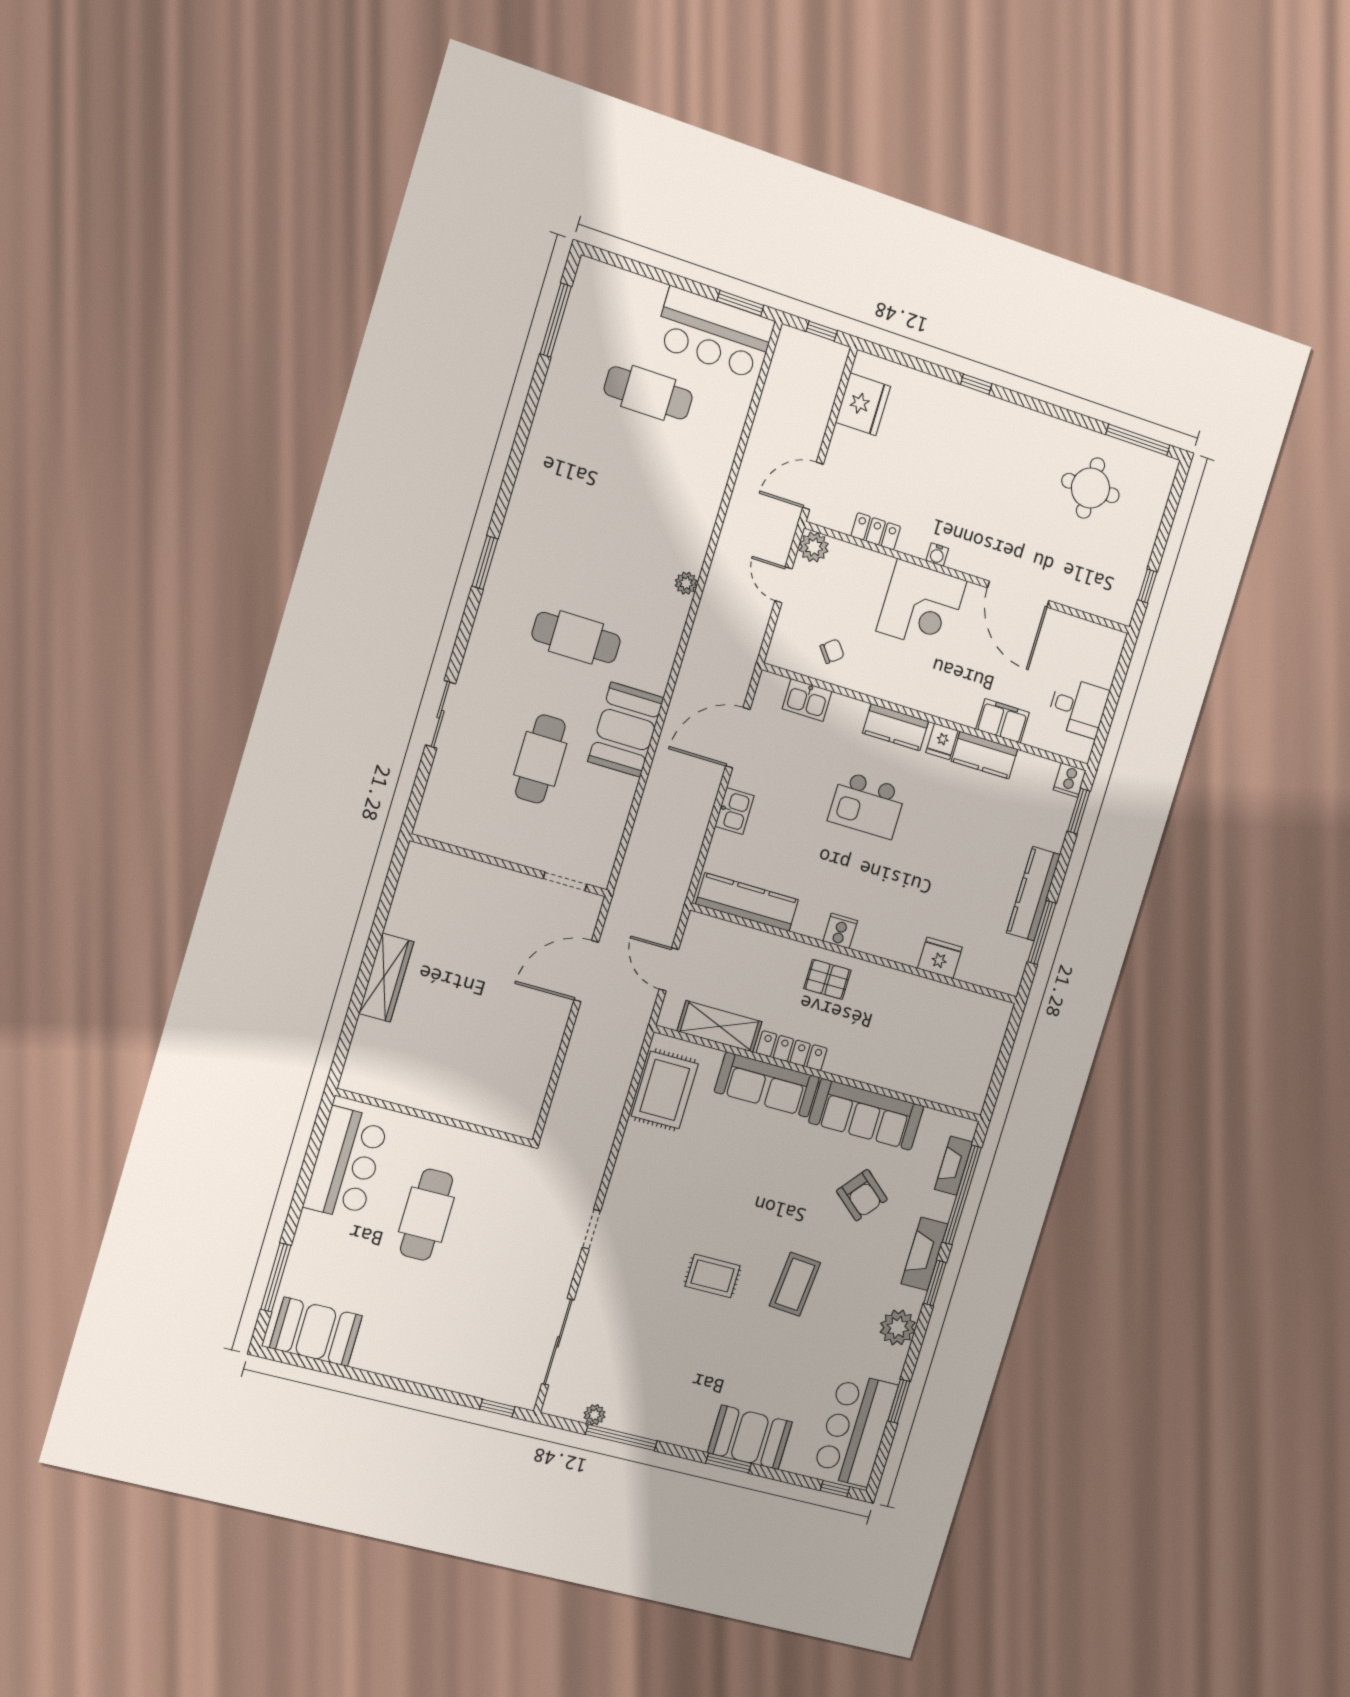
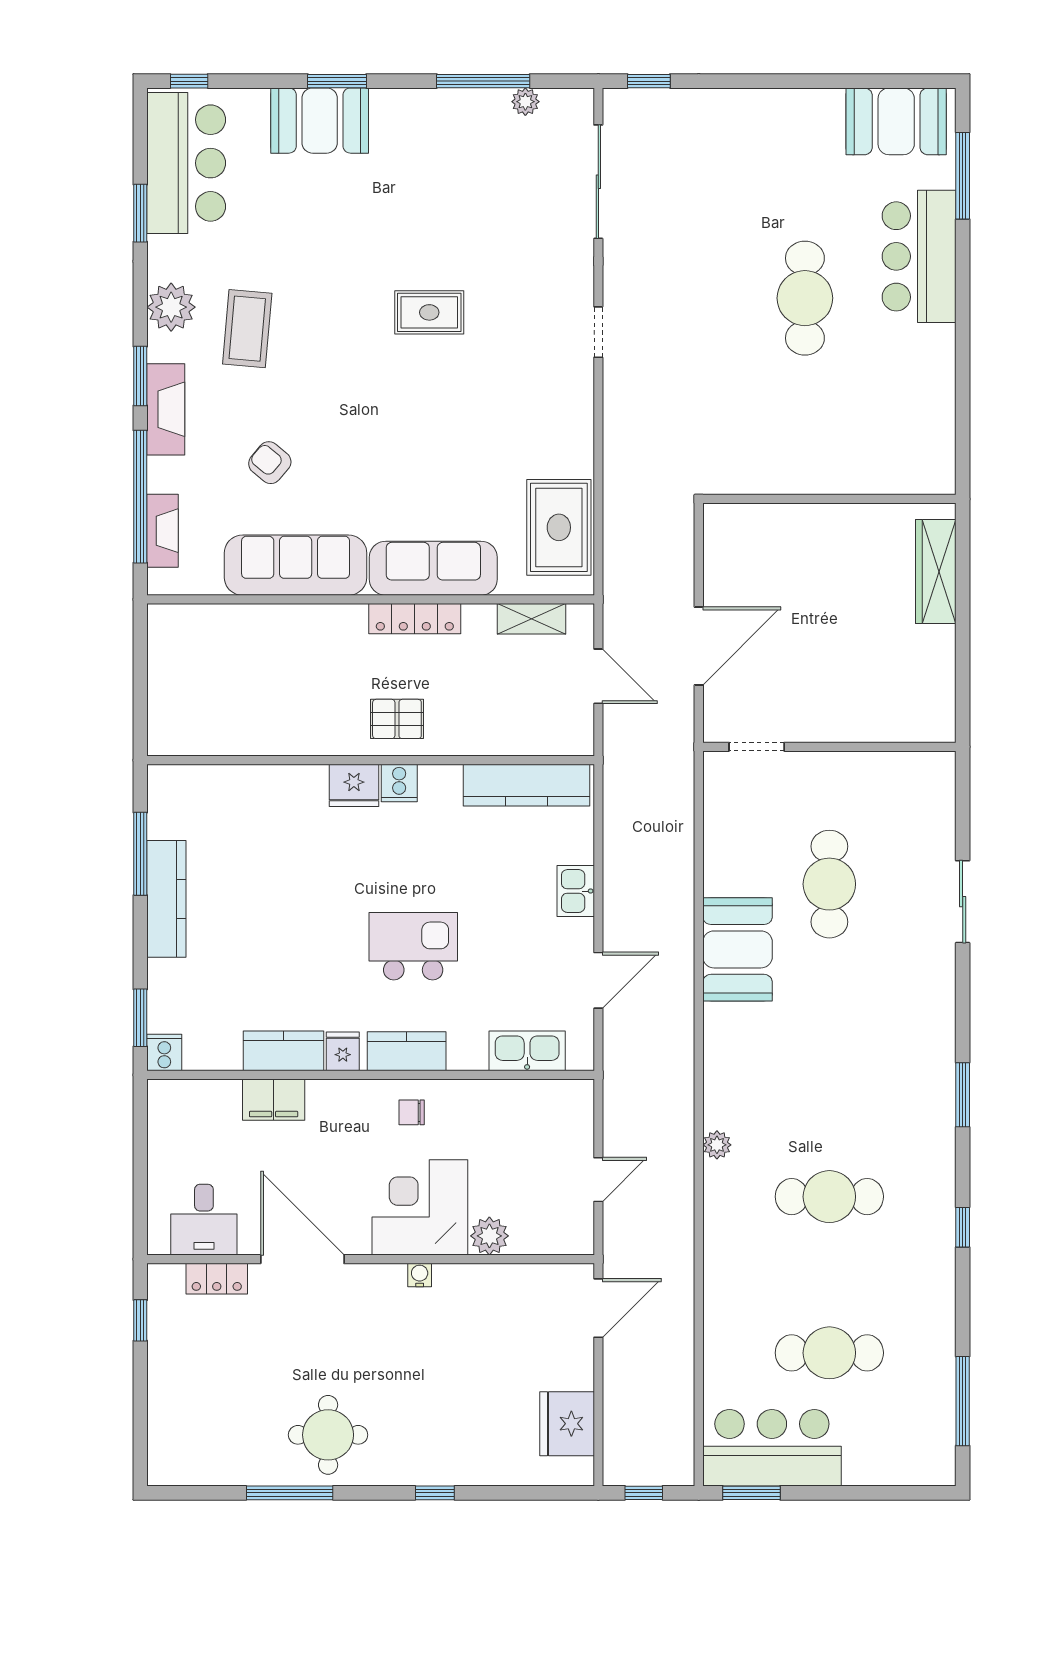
window: (1138, 440) -> (290, 1493), moved
window: (515, 458) -> (963, 1227), added
round table: (1090, 488) -> (328, 1435), moved
locker: (876, 531) -> (217, 1279), moved
plant: (814, 547) -> (489, 1236), moved
door: (784, 585) -> (598, 1180), hinge flipped
cafe table: (576, 638) -> (829, 1197), moved
chair: (832, 651) -> (412, 1112), moved, turned 38
kitchen sink: (807, 700) -> (527, 1051), width x1.38
desk: (1078, 707) -> (204, 1220), moved, turned -90
door: (738, 738) -> (598, 980), width x0.73
fridge: (940, 958) -> (354, 785), moved
shelving: (719, 1026) -> (532, 619), width x0.67, depth x0.75
wall: (435, 1118) -> (829, 499), moved
bar counter: (346, 1163) -> (919, 256), moved
armchair: (862, 1195) -> (270, 463), width x0.72, depth x0.72
coffee table: (795, 1284) -> (247, 329), moved

